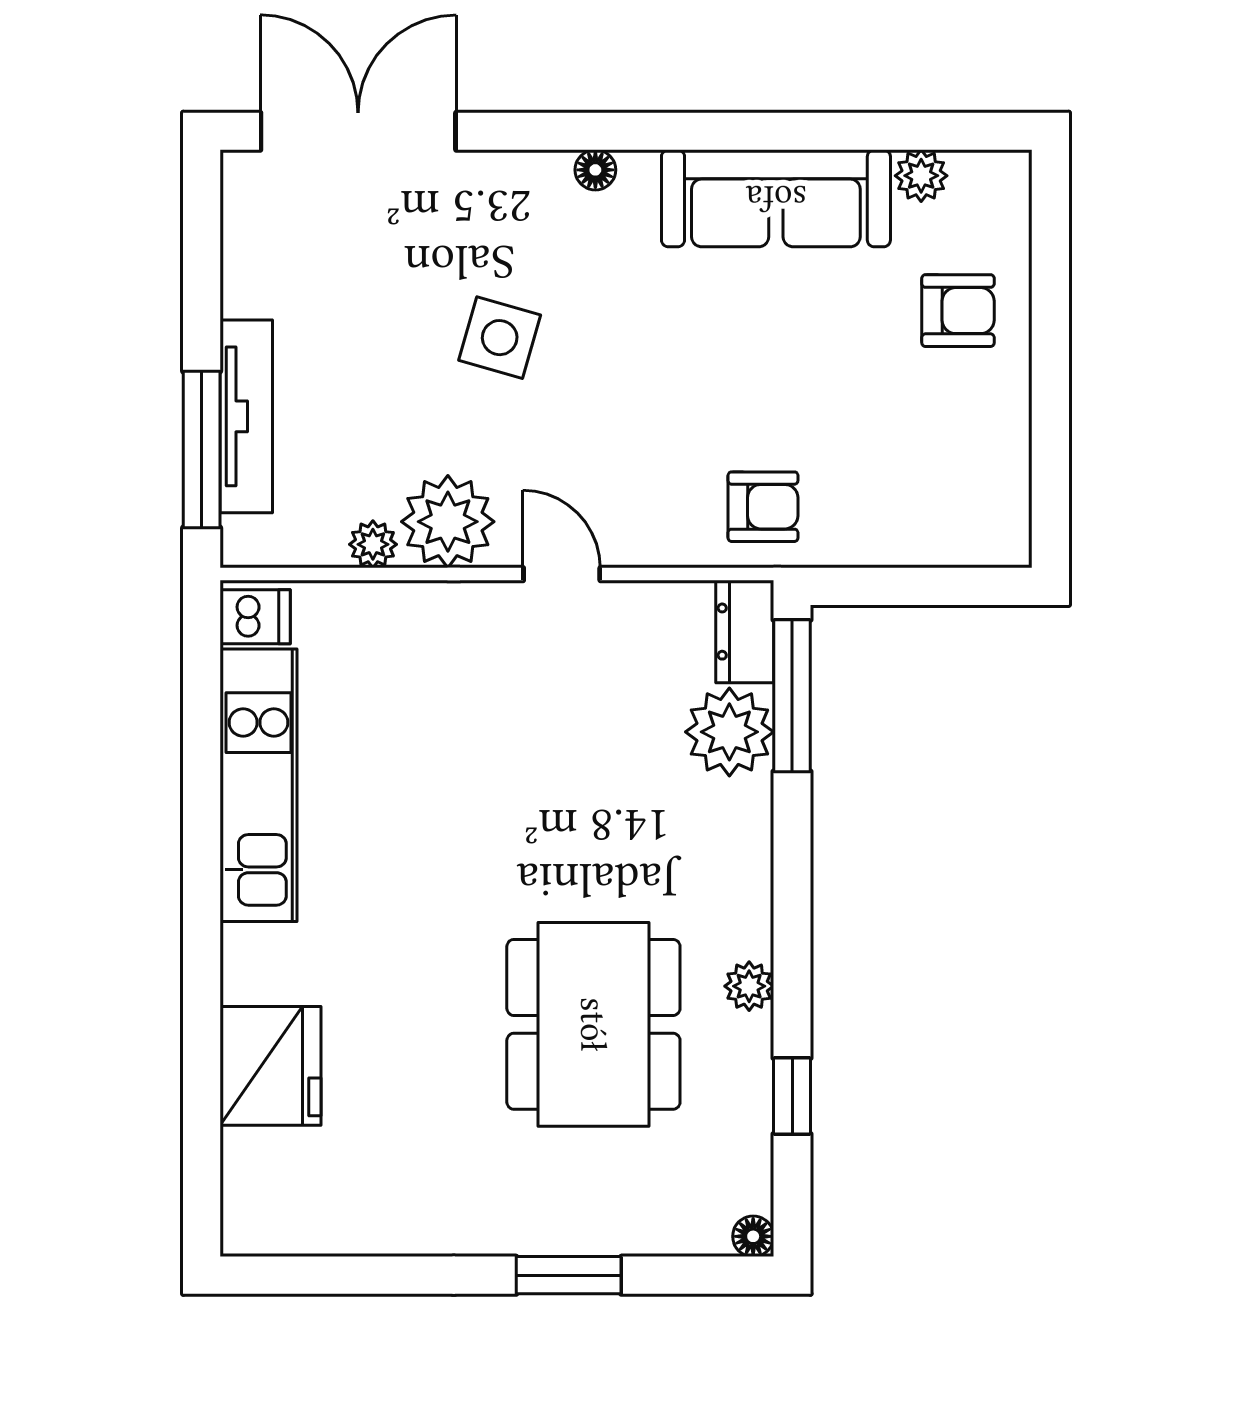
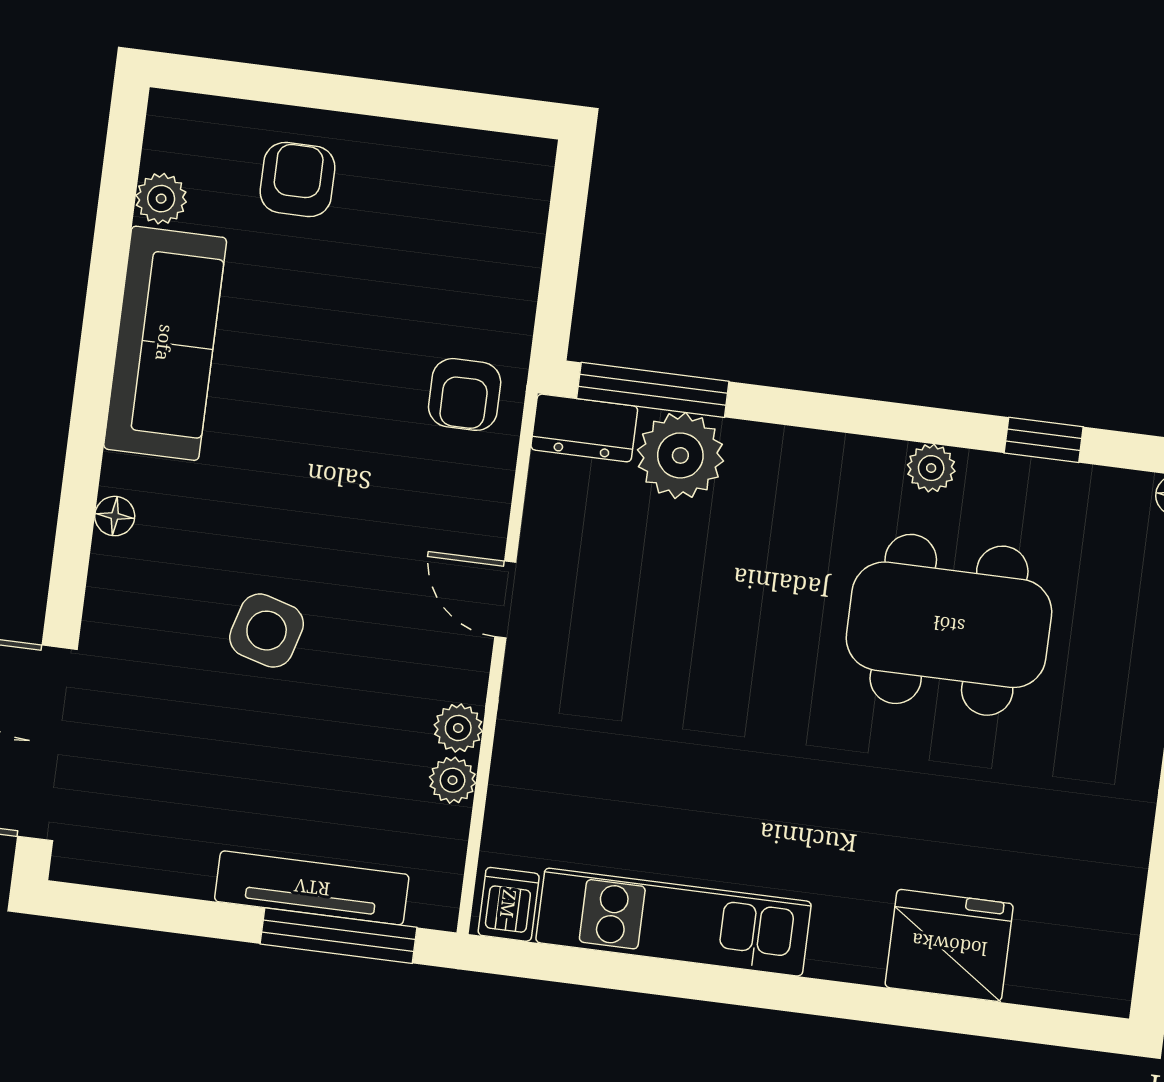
armchair: (763, 507) -> (465, 394), turned 180
plant: (448, 522) -> (458, 728), width x0.53, depth x0.53
door: (562, 574) -> (505, 600), hinge flipped

